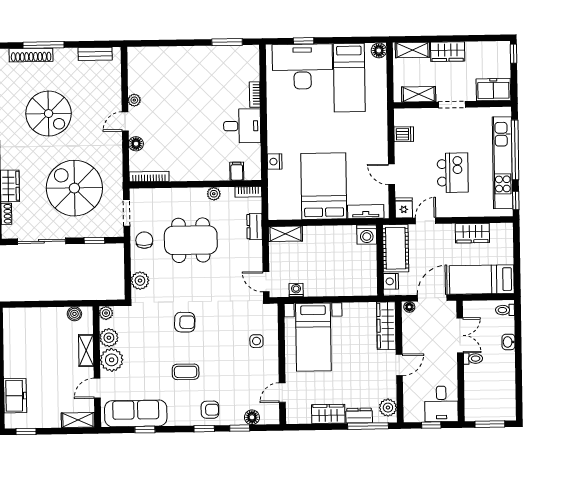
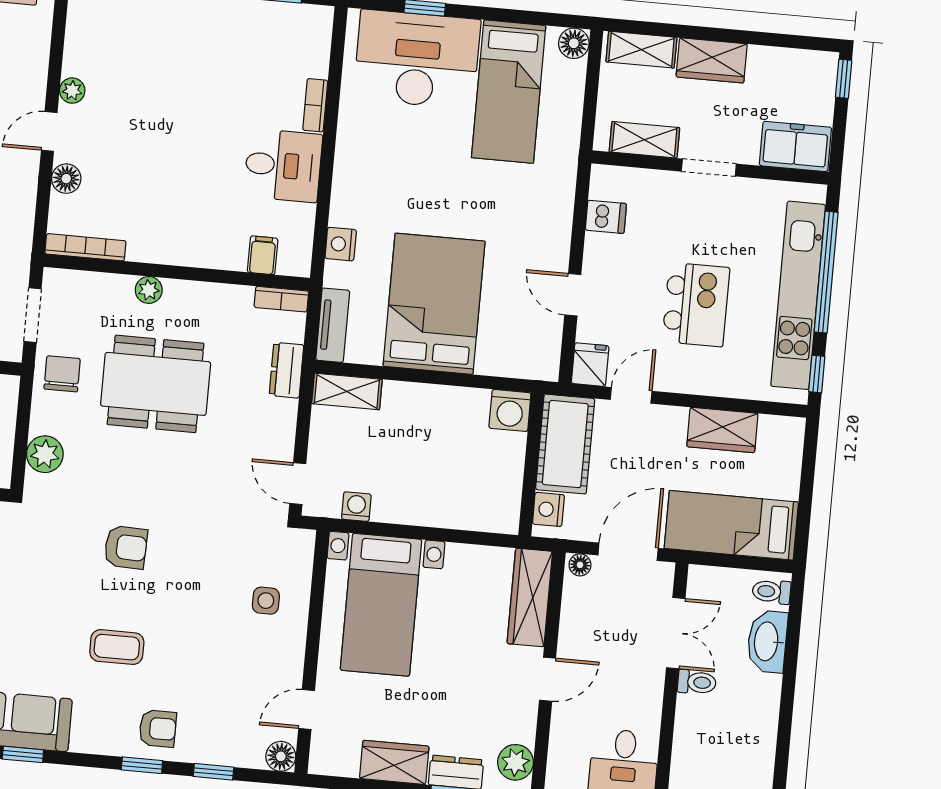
plant: (214, 194) -> (149, 290), moved
tv unit: (366, 212) -> (333, 325), moved, turned 90
washbasin: (508, 342) -> (767, 641), width x1.91, depth x1.45
floor lamp: (252, 417) -> (281, 756), moved

